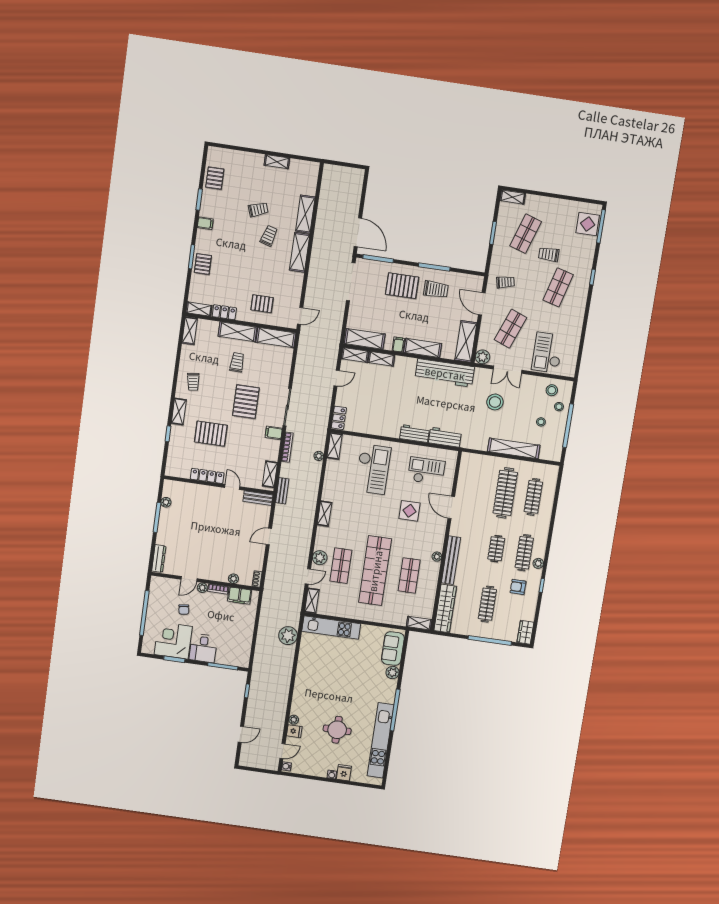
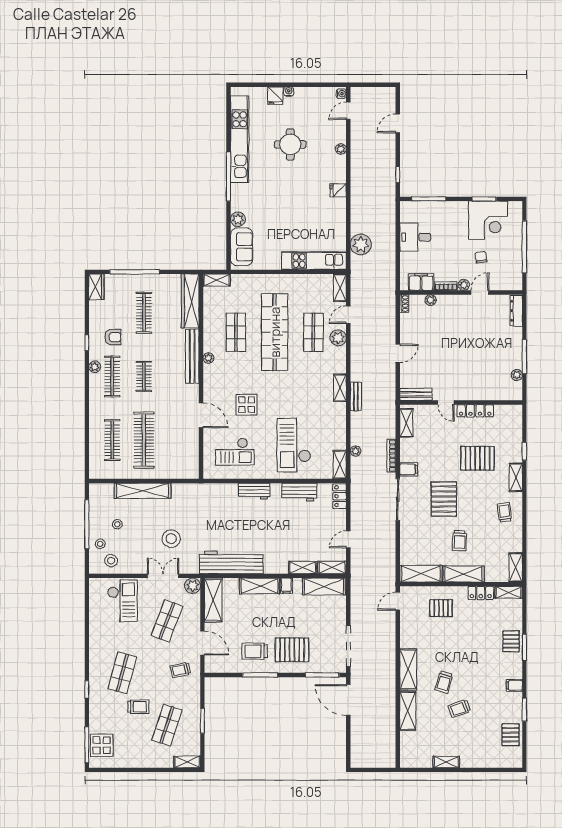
workbench: (445, 437) -> (299, 492), moved
bench: (282, 491) -> (356, 396), moved
desk: (203, 648) -> (415, 237), moved, turned -90
fridge: (294, 731) -> (338, 190), moved

